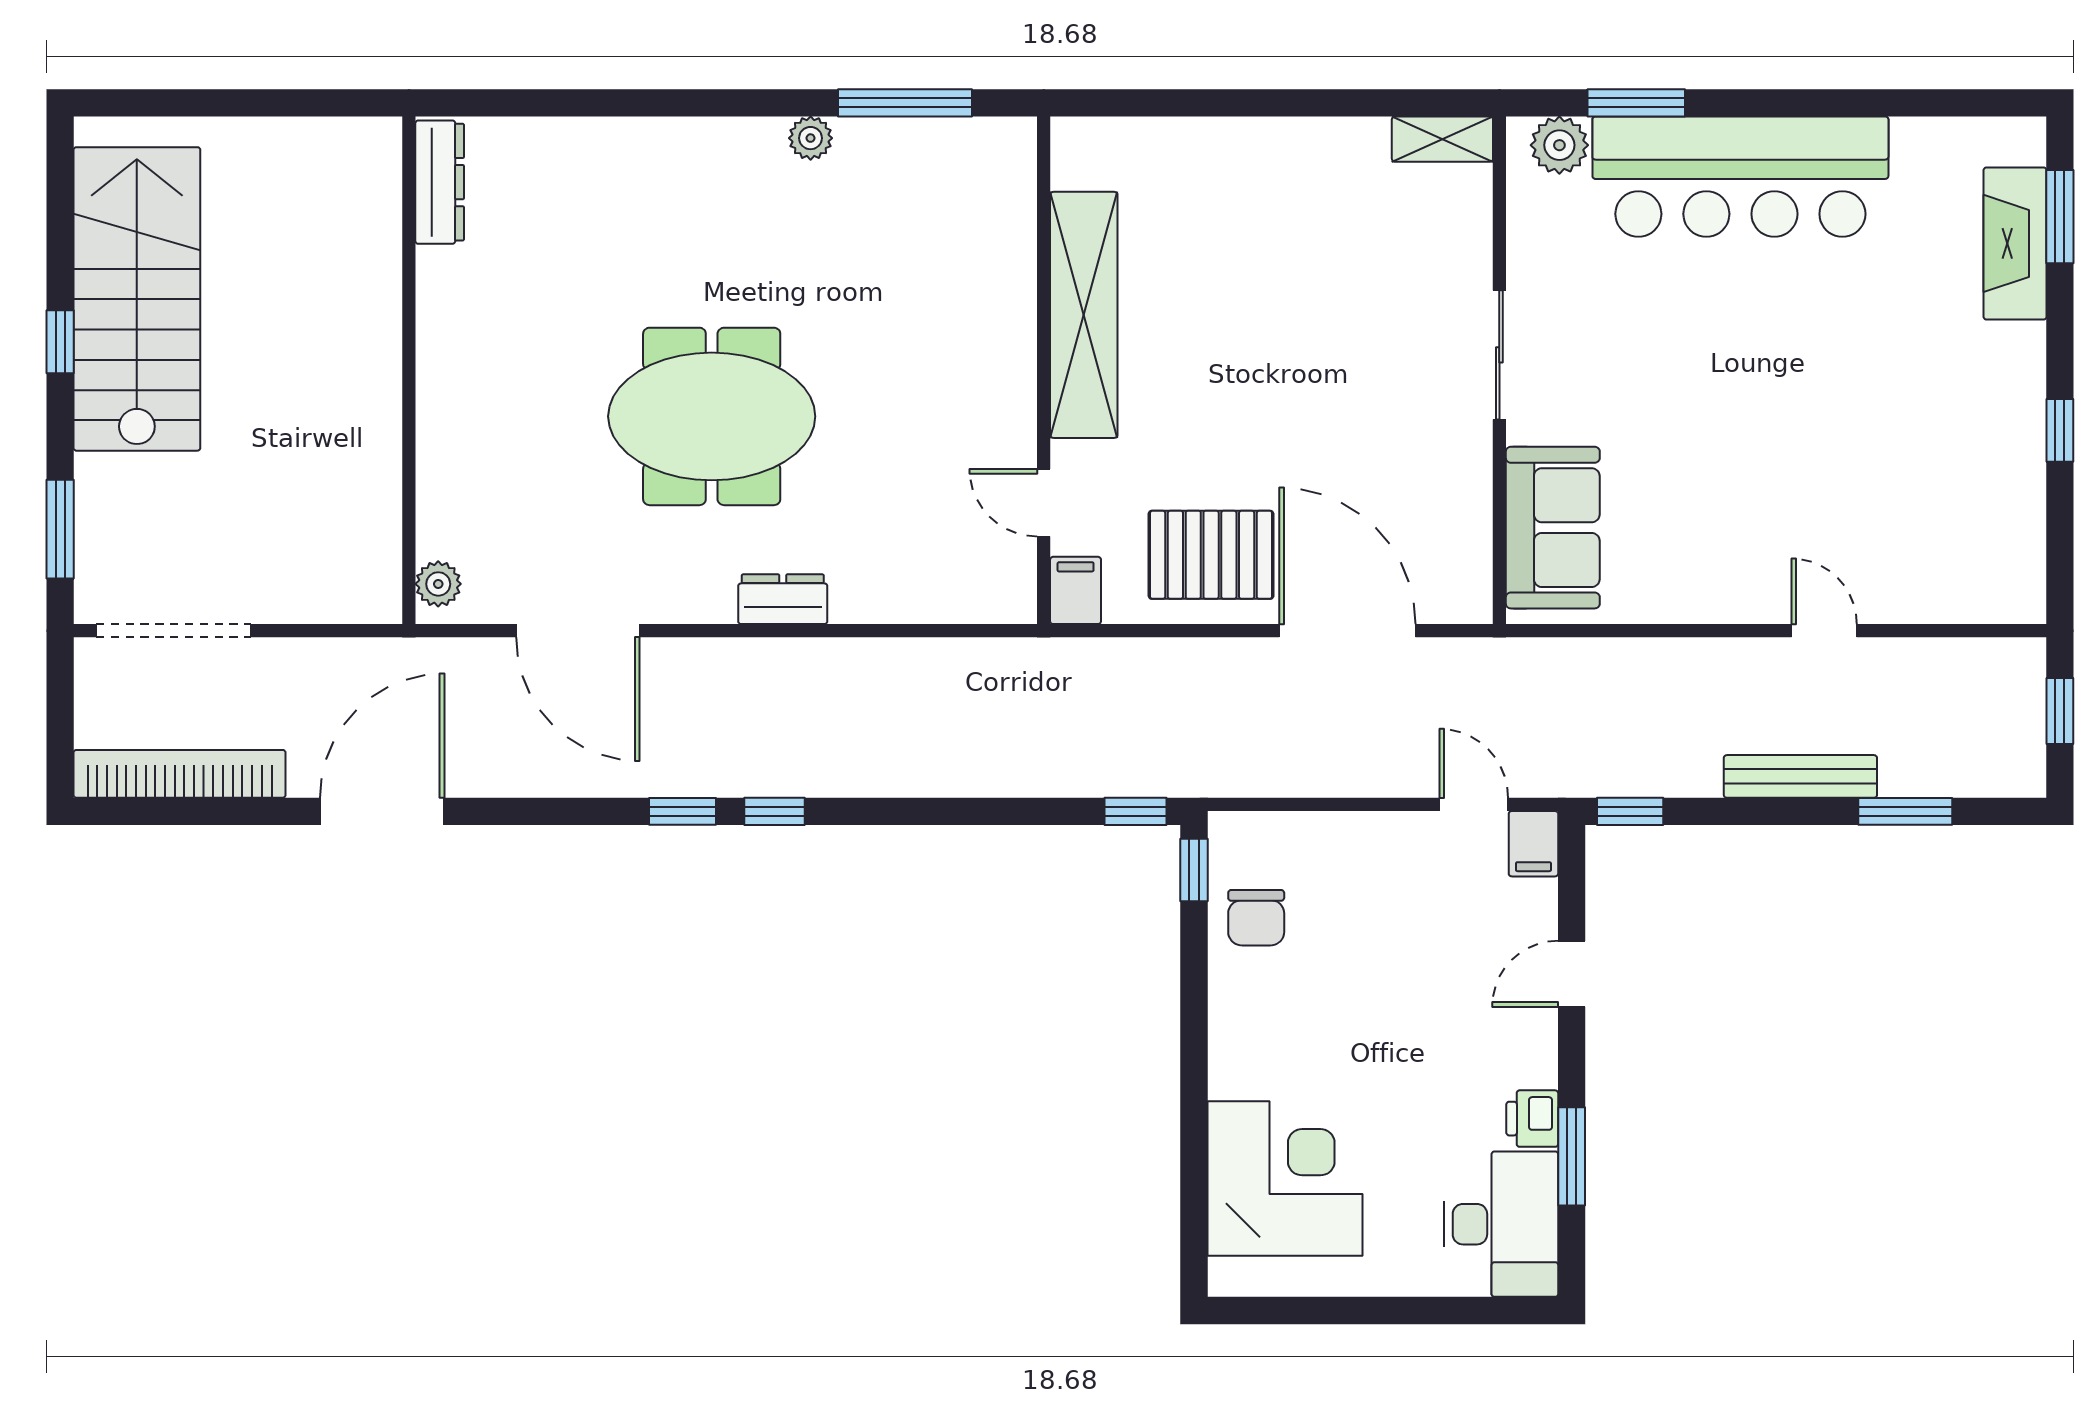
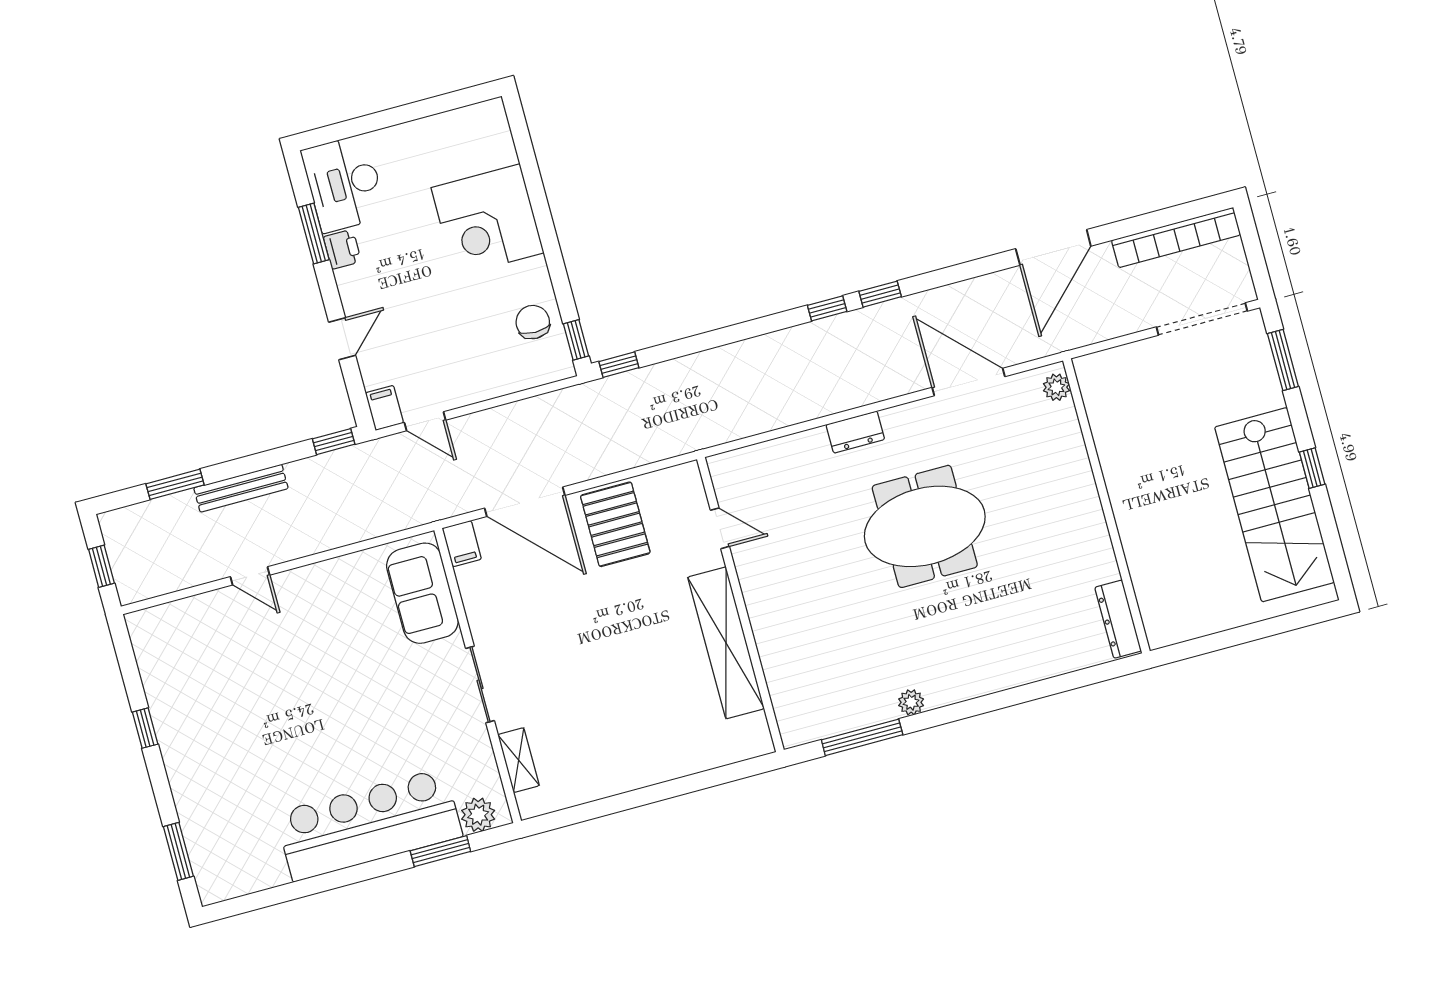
shelving: (1442, 139) -> (519, 760), moved, turned 90
fireplace: (2015, 243) -> (200, 829), removed
pallet: (1211, 555) -> (615, 524), turned 90
filing cabinet: (1076, 590) -> (462, 544), moved
corner desk: (1285, 1179) -> (488, 220), moved

